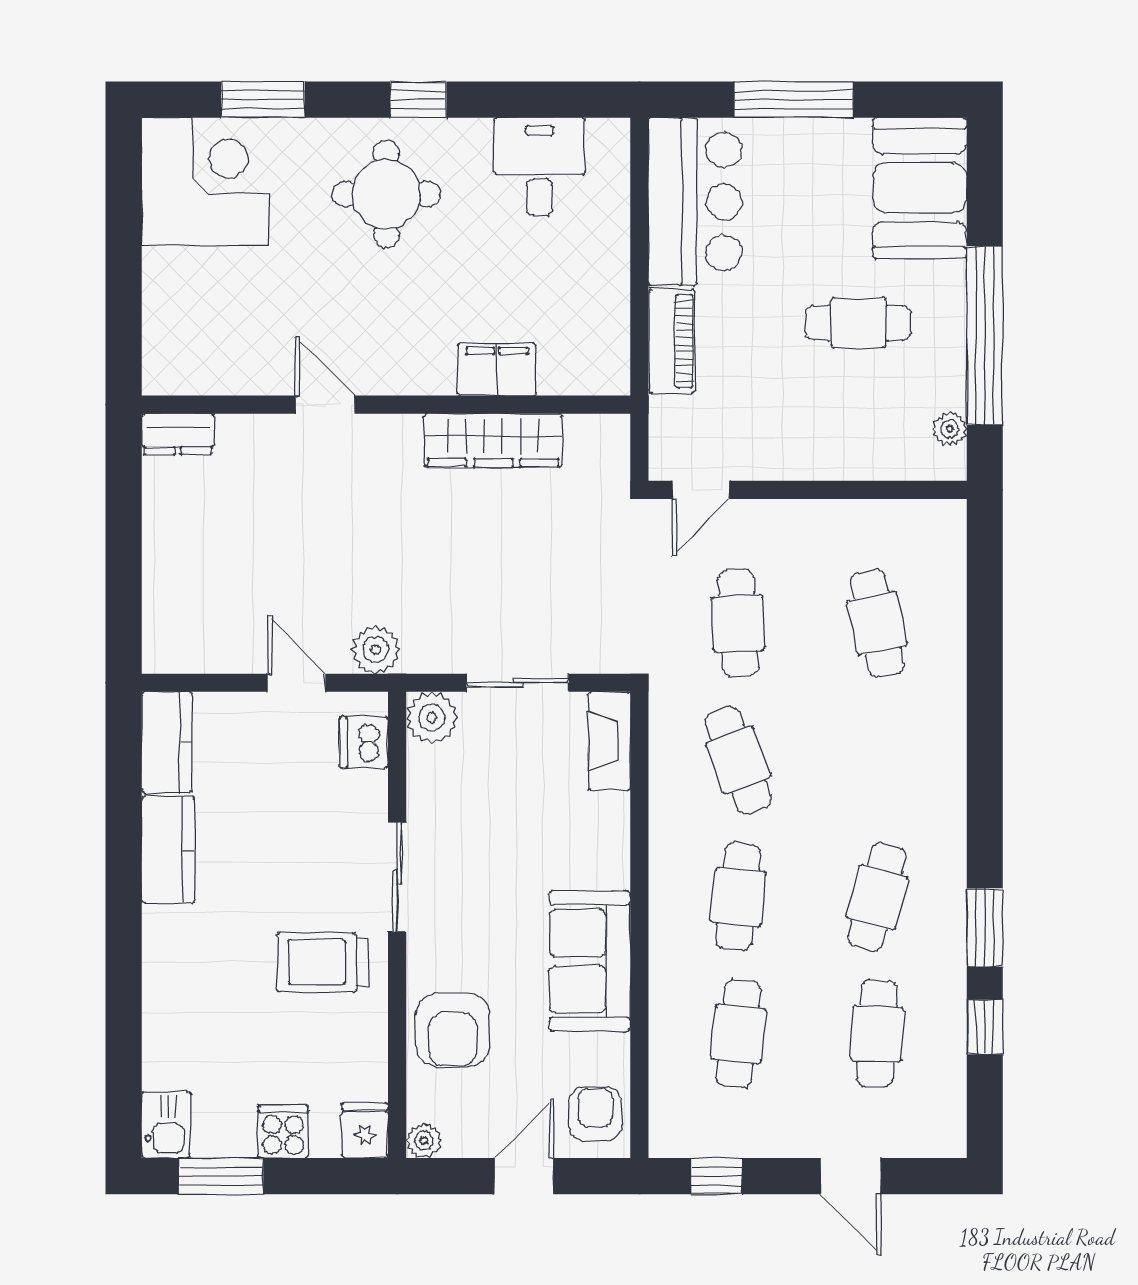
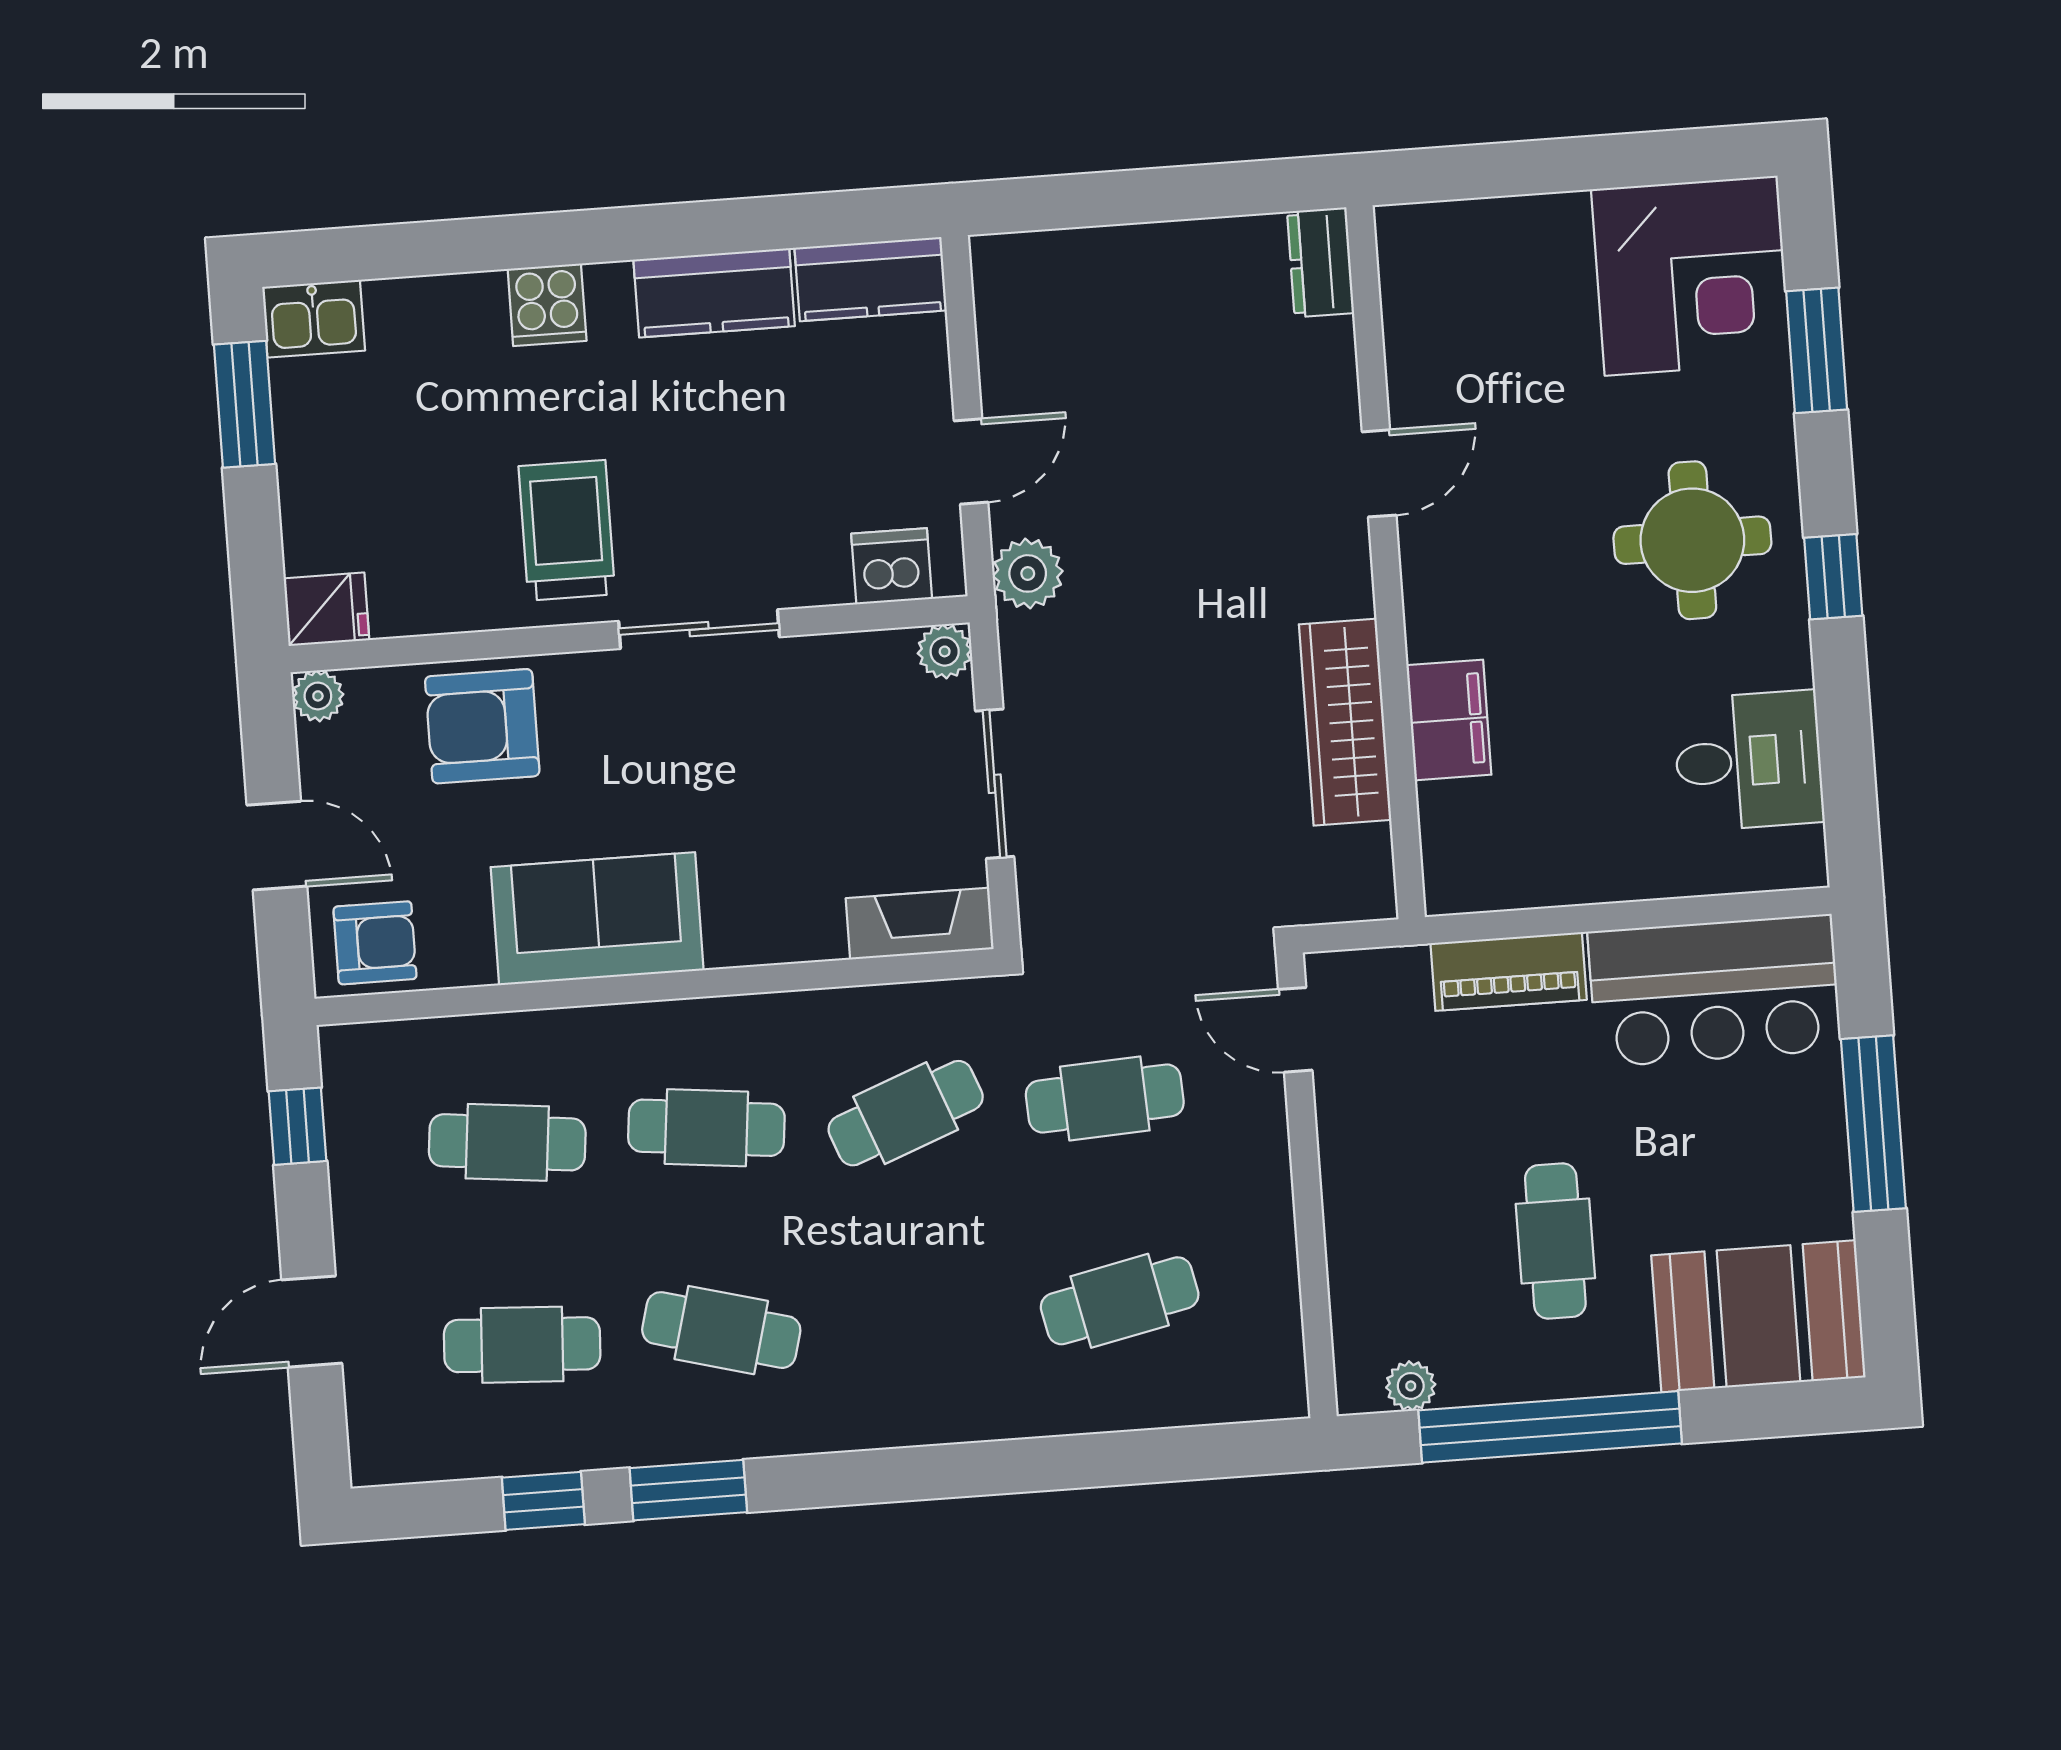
plant: (432, 717) -> (945, 651), width x0.73, depth x0.73
cooker: (283, 1132) -> (547, 305), moved, turned 90

